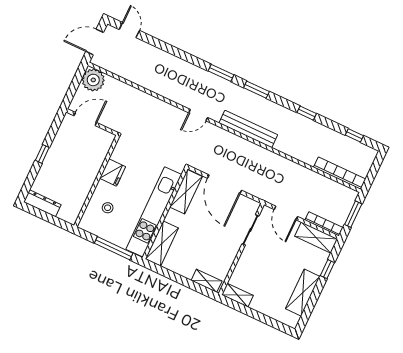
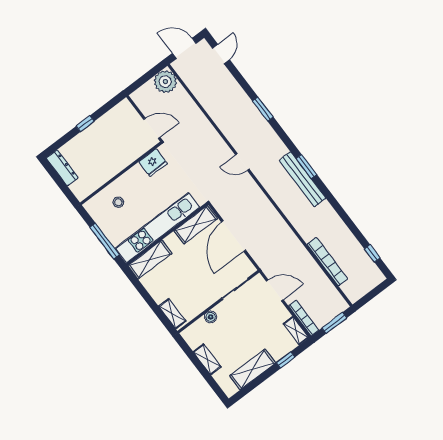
window: (221, 73) -> (263, 109), moved
window: (307, 113) -> (340, 211), removed
door: (85, 119) -> (152, 128), moved
bench: (248, 129) -> (302, 179), moved
fridge: (113, 172) -> (153, 163), moved
bookcase: (340, 173) -> (327, 262), moved
door: (286, 213) -> (275, 290), swing flipped
shelving: (316, 238) -> (296, 331), width x0.67, depth x0.75
boiler: (242, 266) -> (211, 317), added
shelving: (238, 295) -> (207, 359), moved

